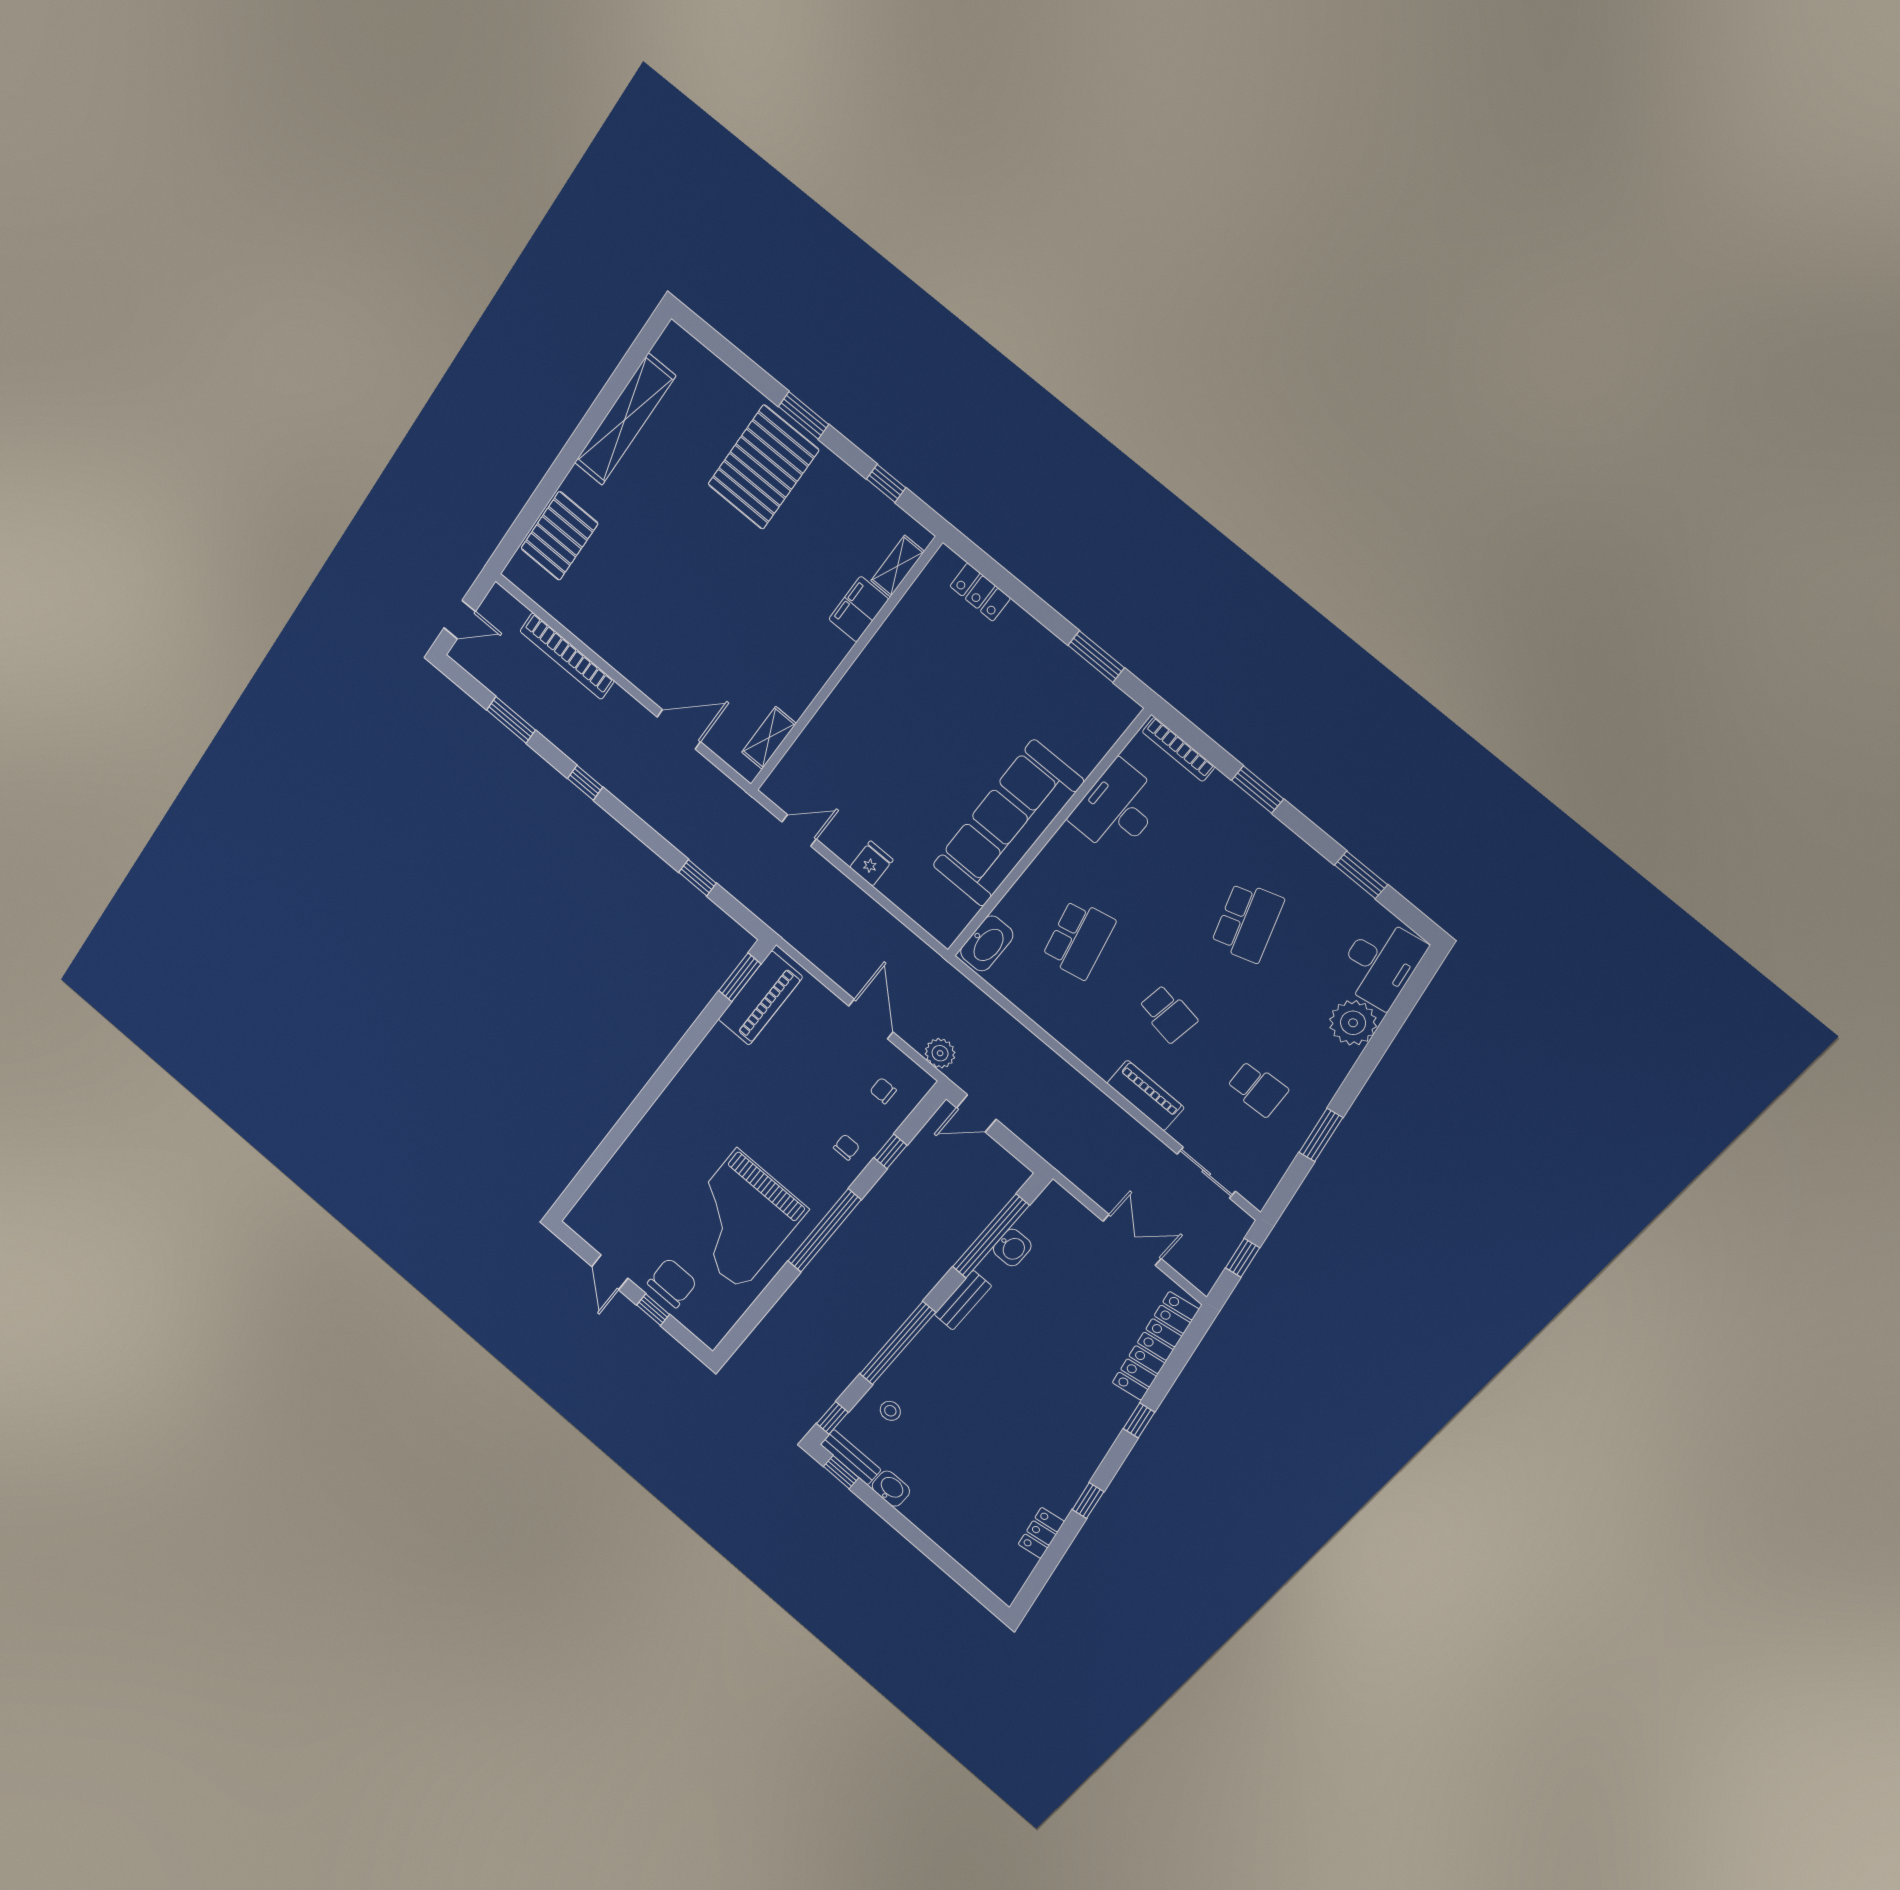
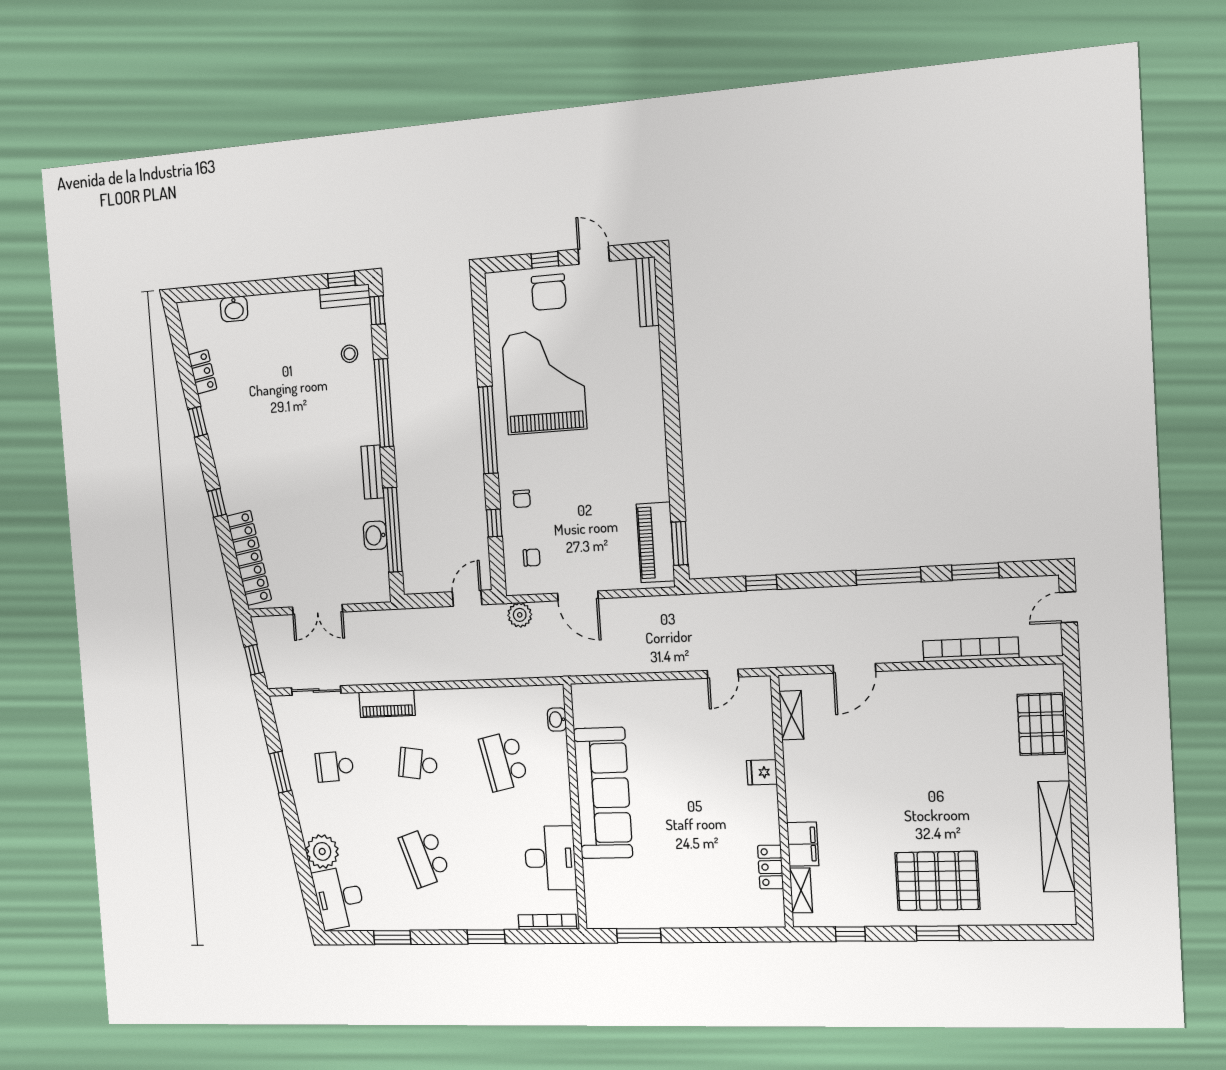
pallet: (763, 467) -> (937, 881), turned 90
locker: (980, 592) -> (770, 867), moved, turned -90
window: (585, 783) -> (888, 576), width x2.17
fridge: (871, 864) -> (762, 772), moved, turned 90
washbasin: (987, 943) -> (557, 719), width x0.52, depth x0.69
bench: (591, 1201) -> (647, 292), added
washbasin: (891, 1489) -> (234, 309), moved

